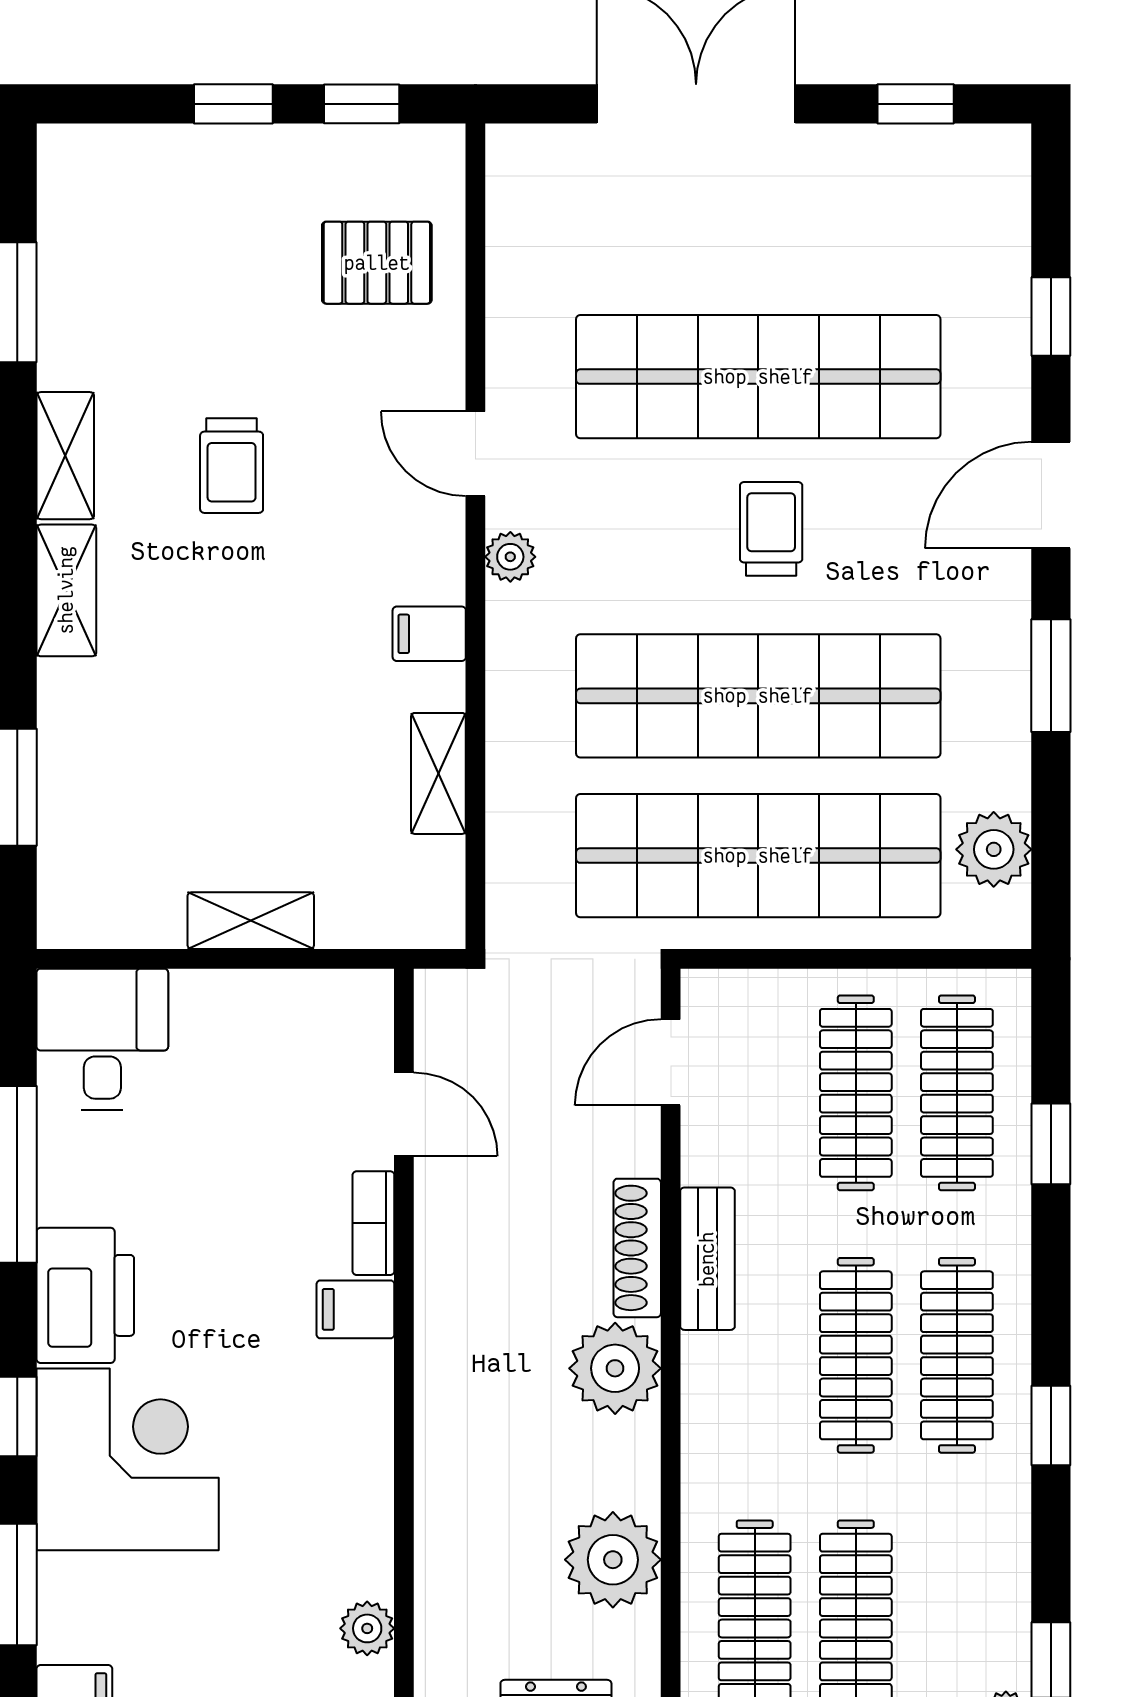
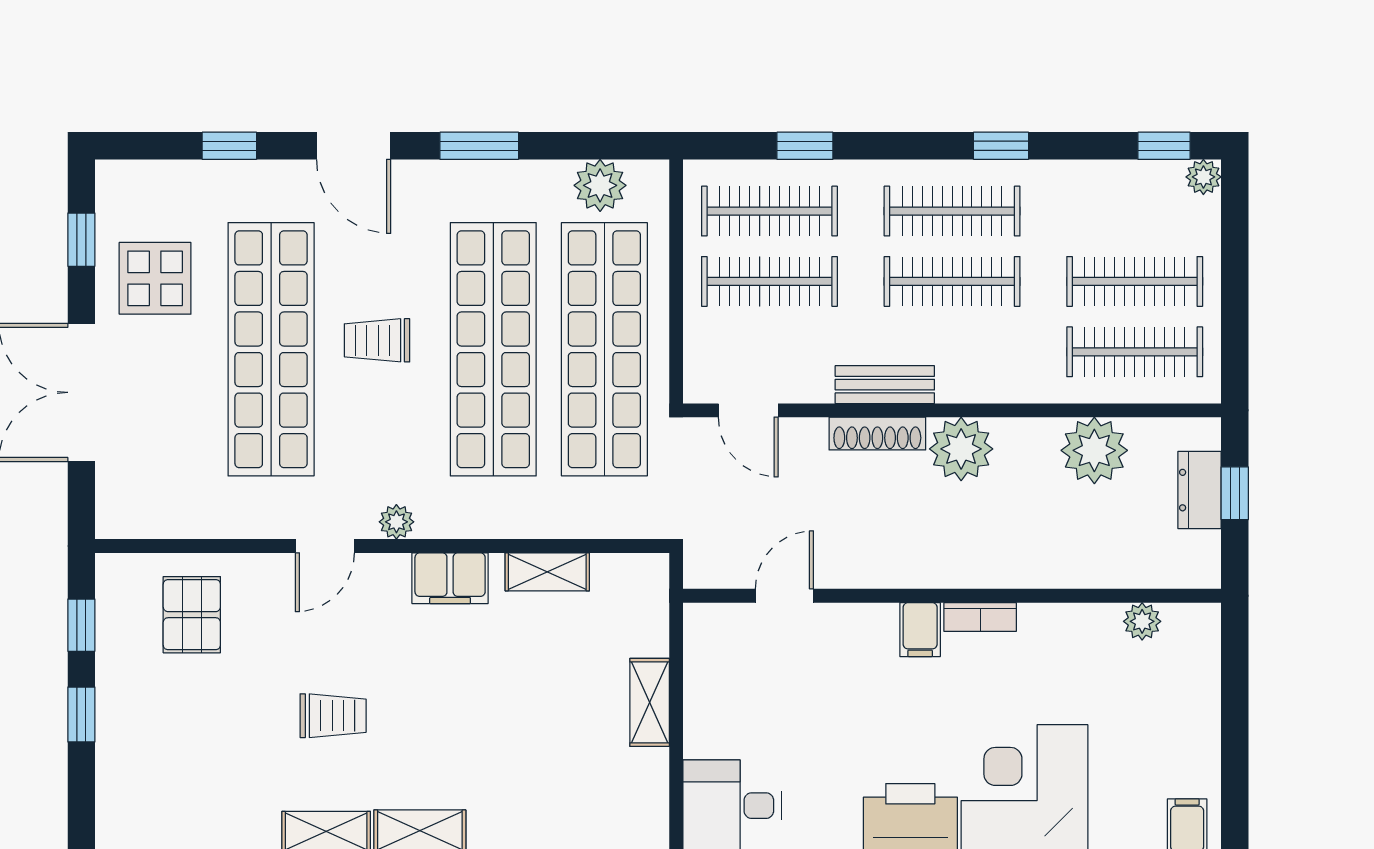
display table: (860, 210) -> (155, 278), added
filing cabinet: (429, 634) -> (450, 578), width x2.00
bookcase: (373, 1223) -> (980, 617), moved

